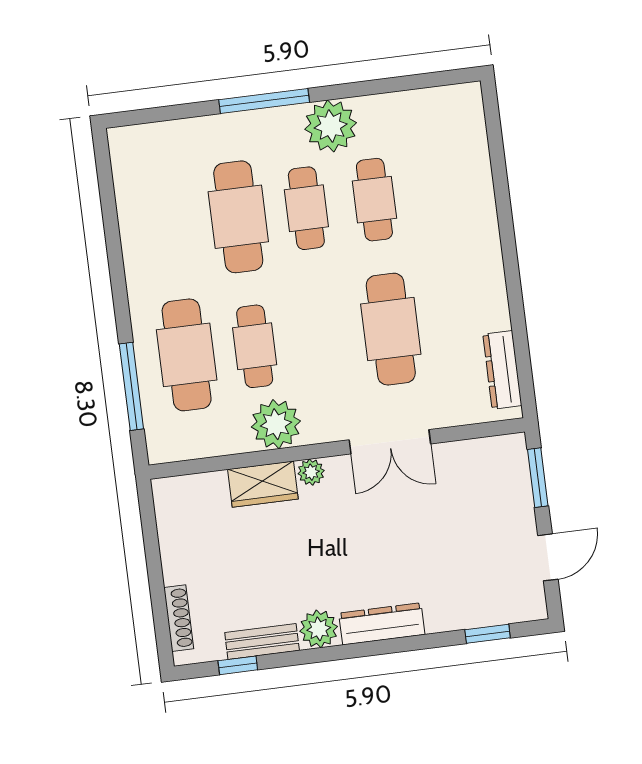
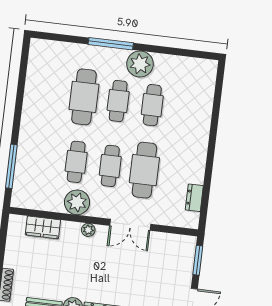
cafe table: (187, 355) -> (110, 166), moved, width x0.73, depth x0.74
dresser: (502, 370) -> (194, 198), width x0.70
wardrobe: (263, 484) -> (43, 227), moved

